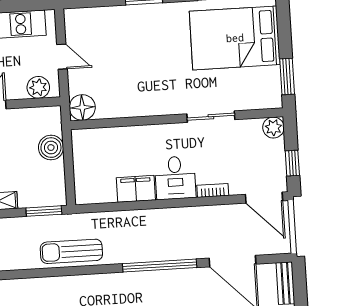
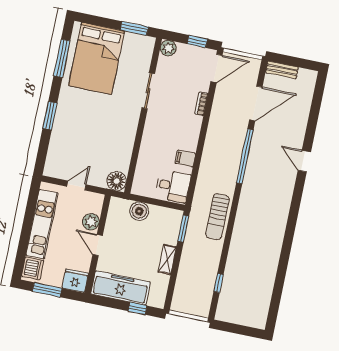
plant: (38, 87) -> (91, 222), moved
desk: (175, 178) -> (173, 186), moved
filing cabinet: (136, 189) -> (185, 158), width x0.50

